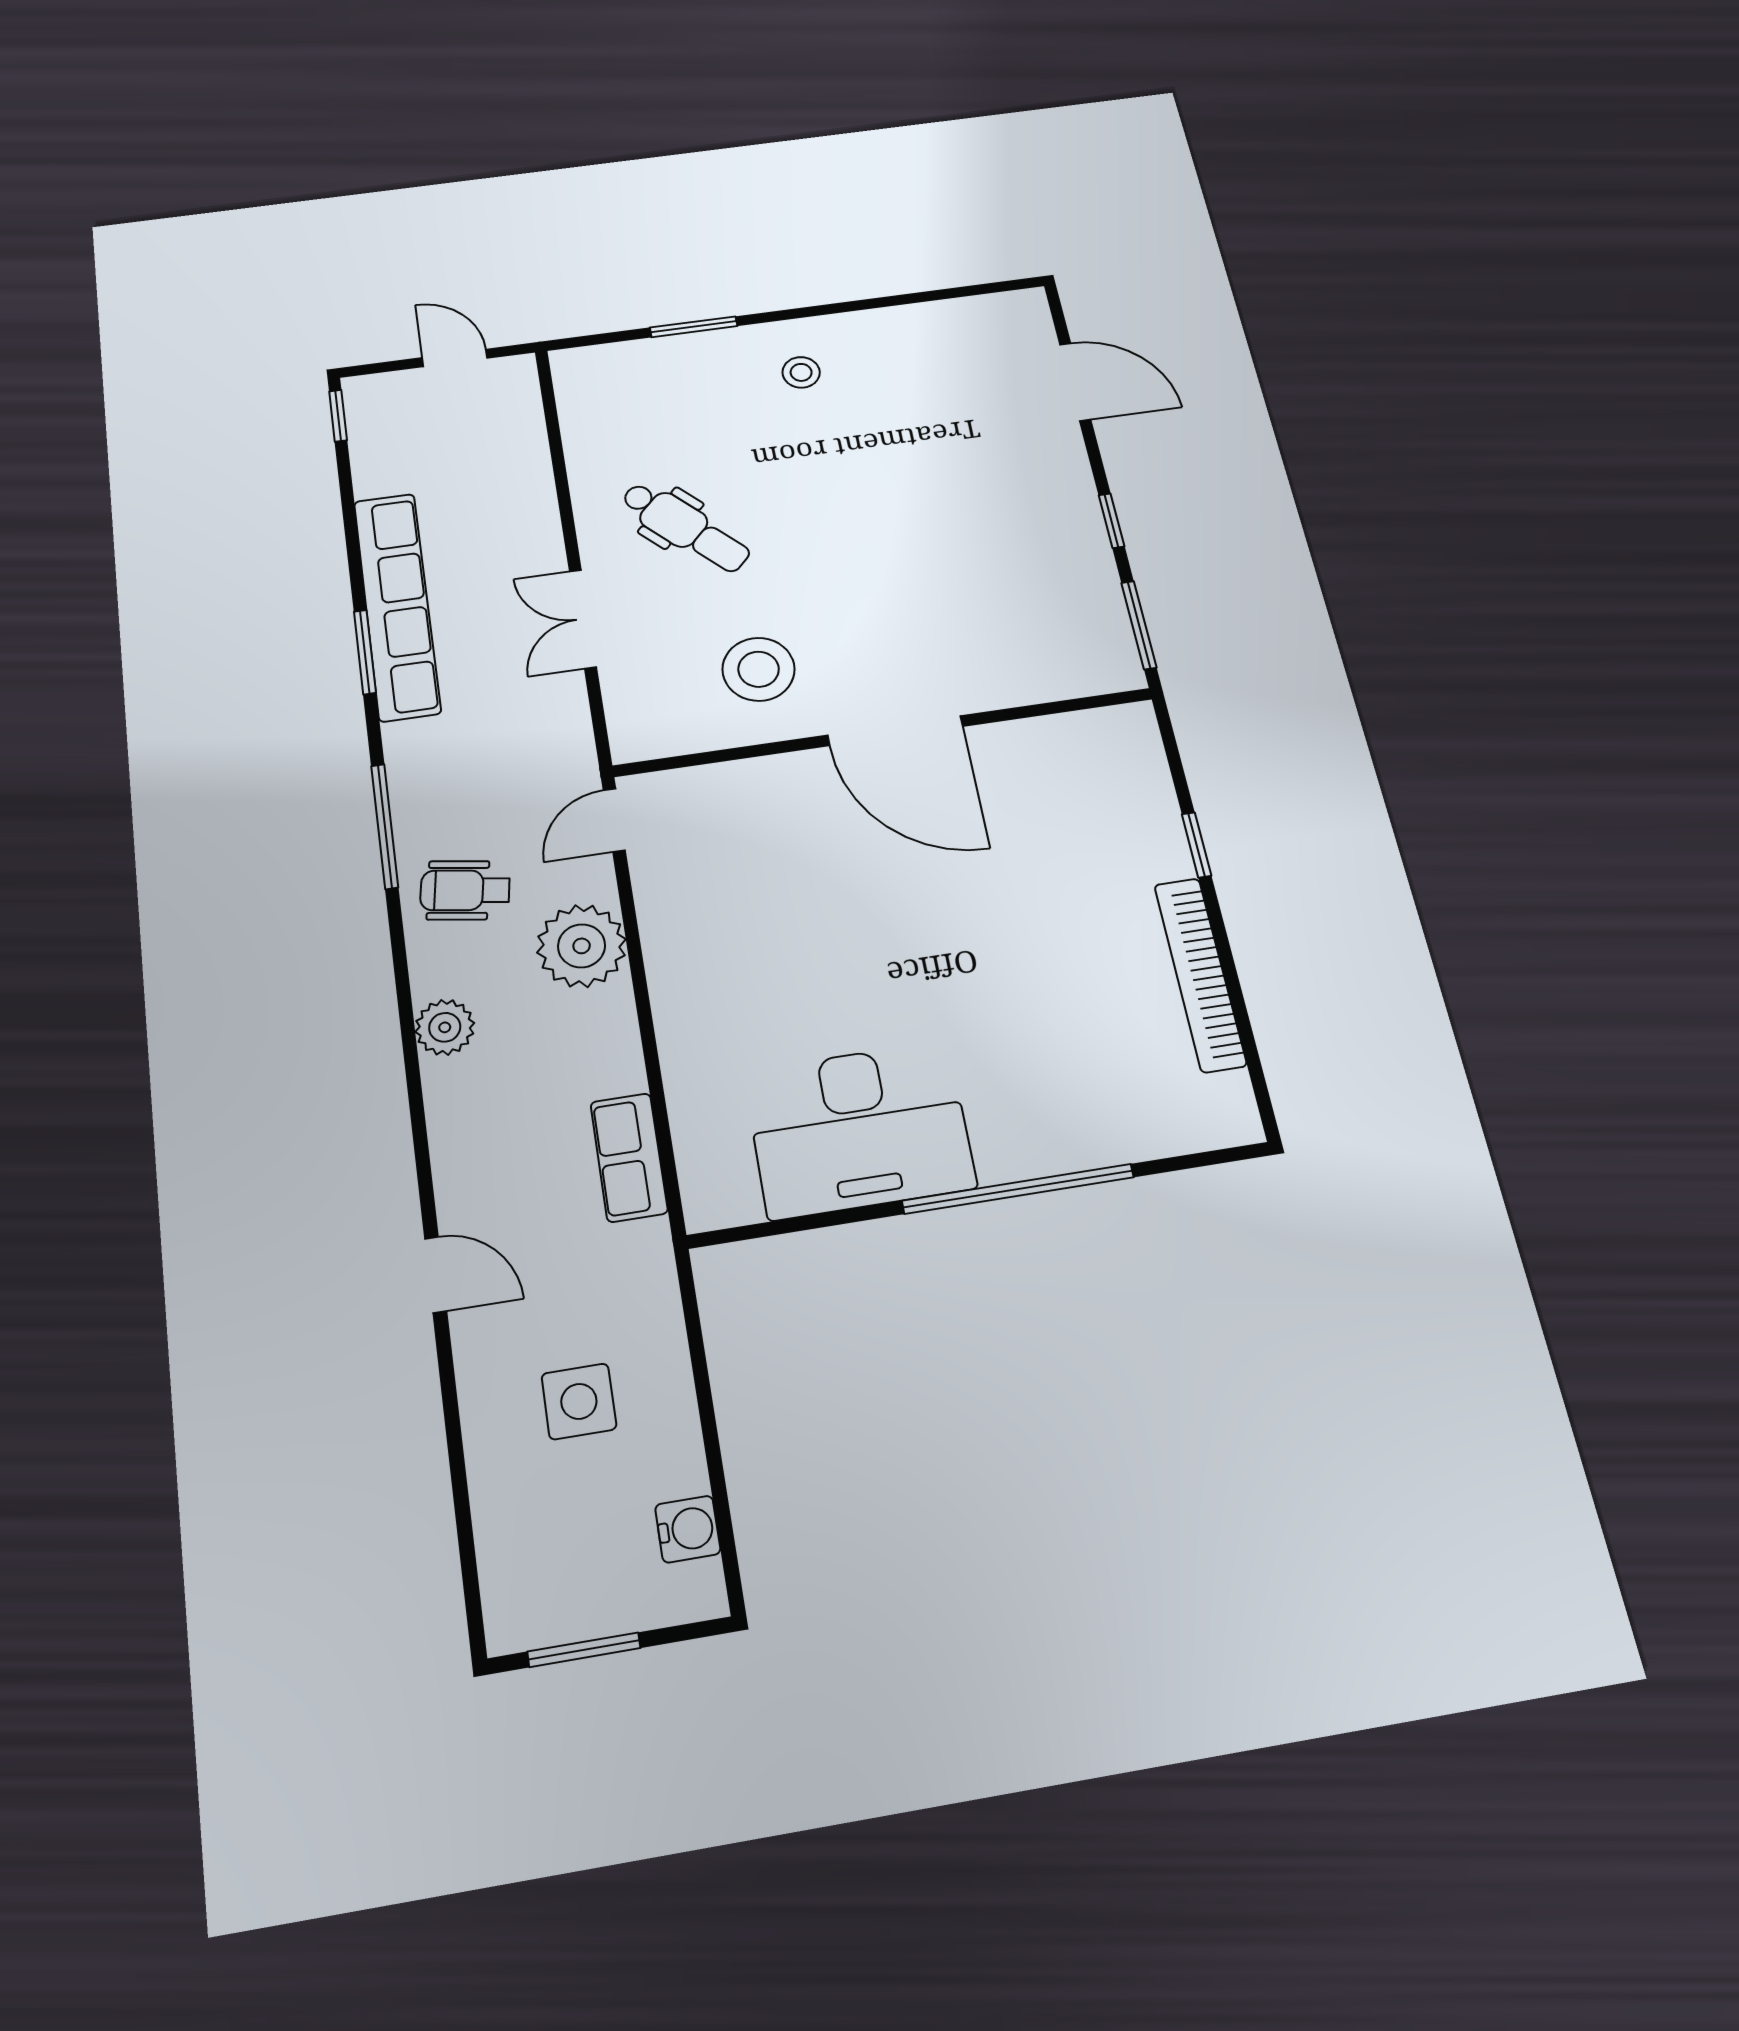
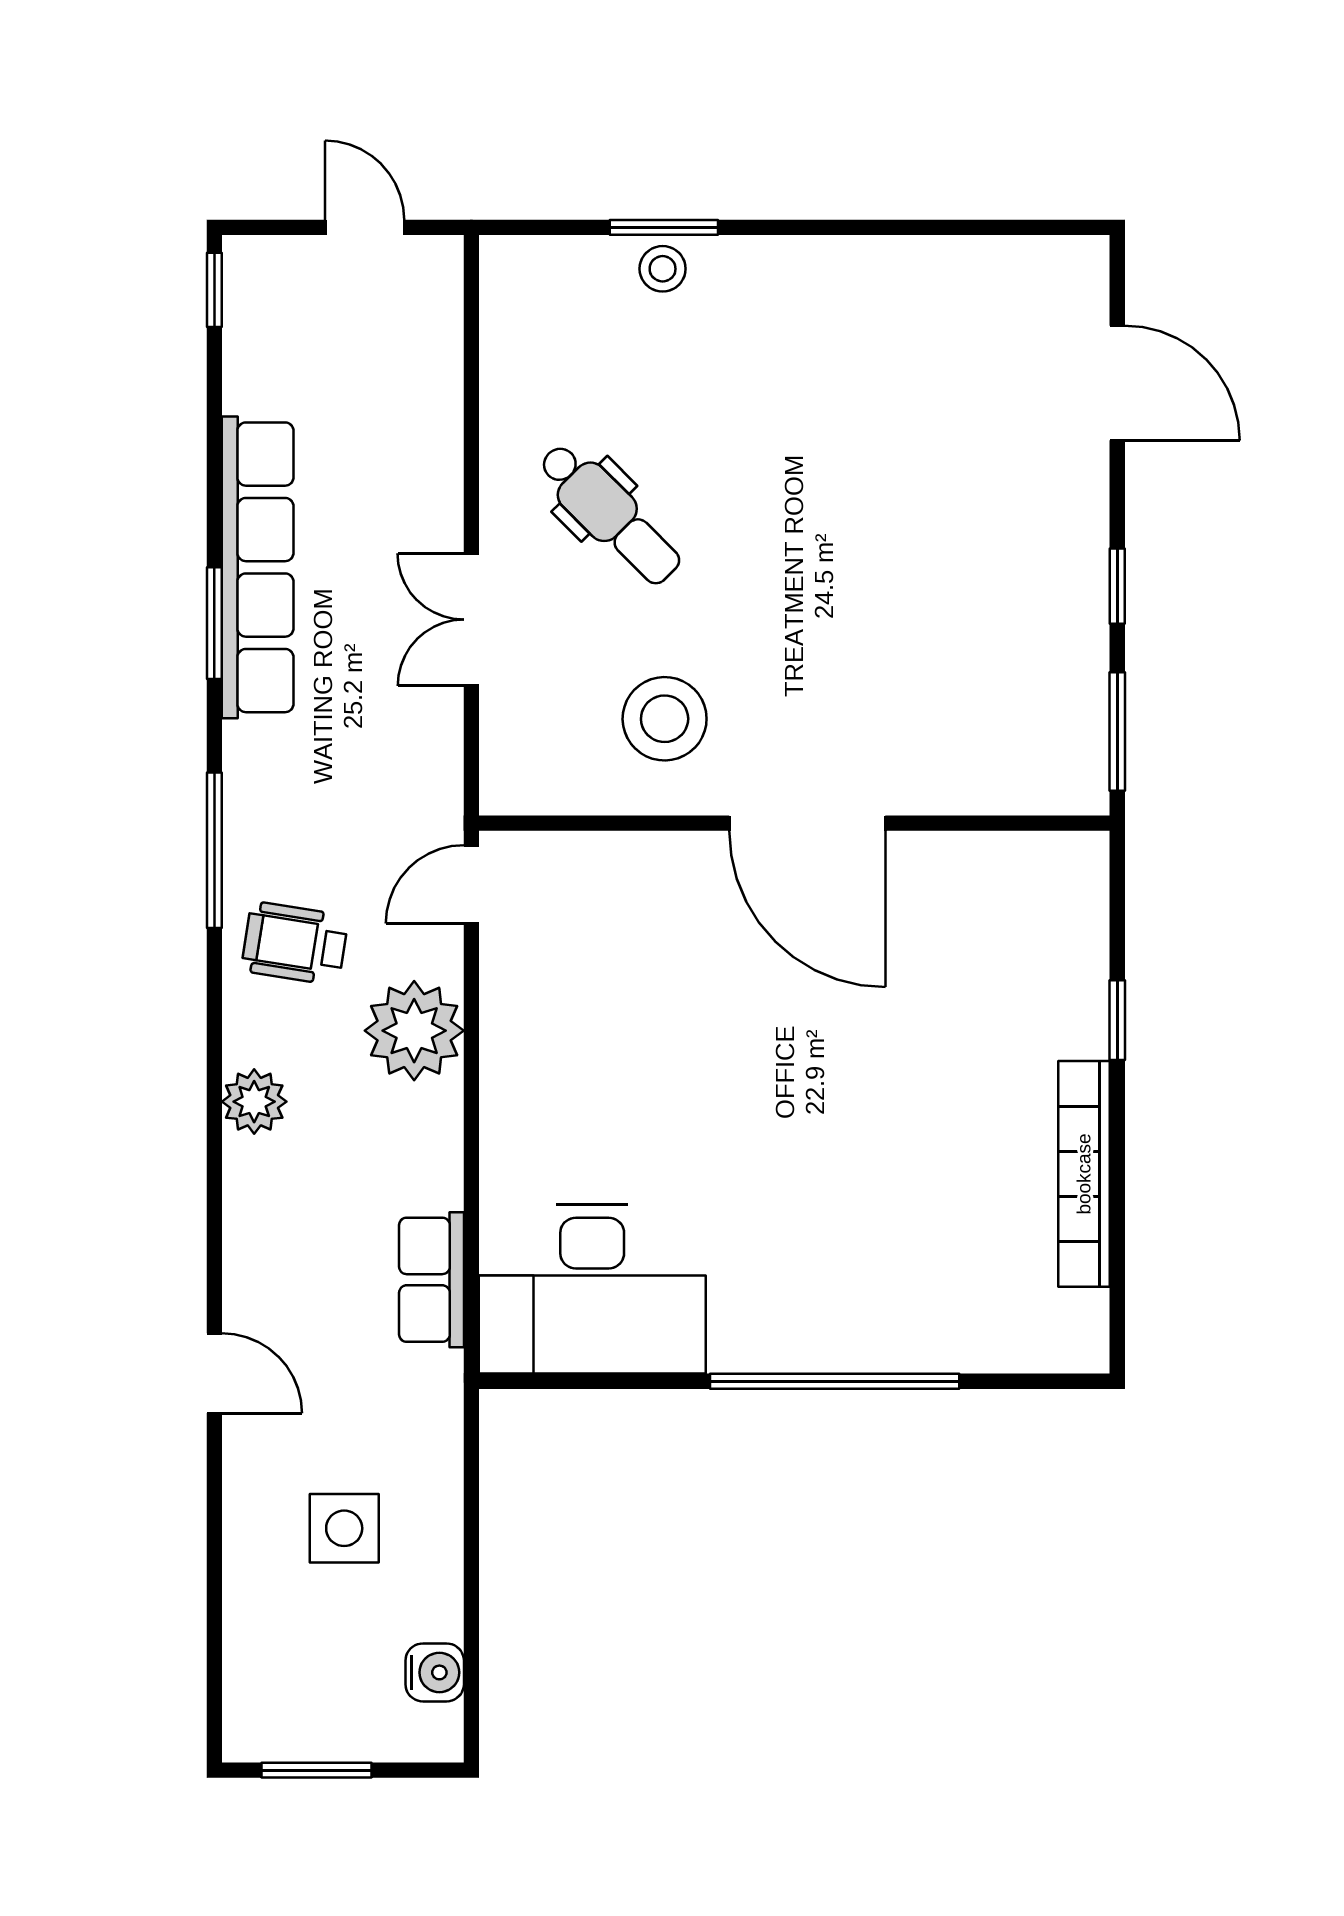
stool: (801, 372) -> (663, 269), moved
desk: (859, 1129) -> (592, 1289), moved

